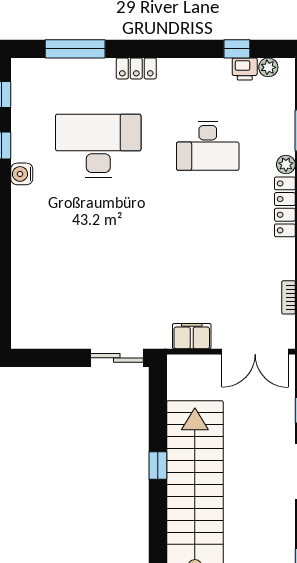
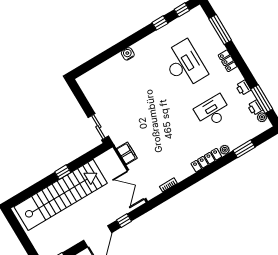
window: (237, 49) -> (262, 99), width x2.17
printer: (199, 69) -> (243, 88), added
desk: (208, 146) -> (213, 111), turned 90
water cooler: (22, 174) -> (128, 54), moved

